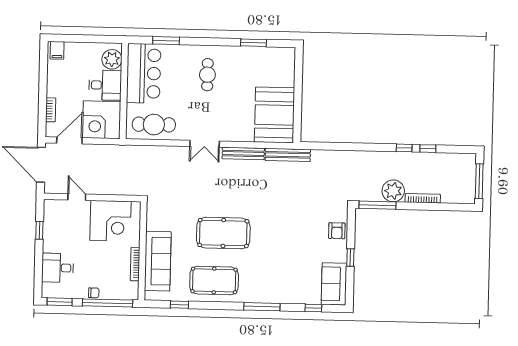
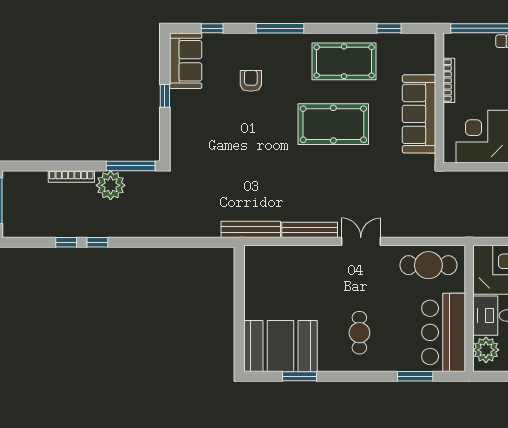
booth: (274, 115) -> (281, 346), moved, turned 90
armchair: (337, 231) -> (251, 81), moved
sofa: (158, 261) -> (419, 114), moved

